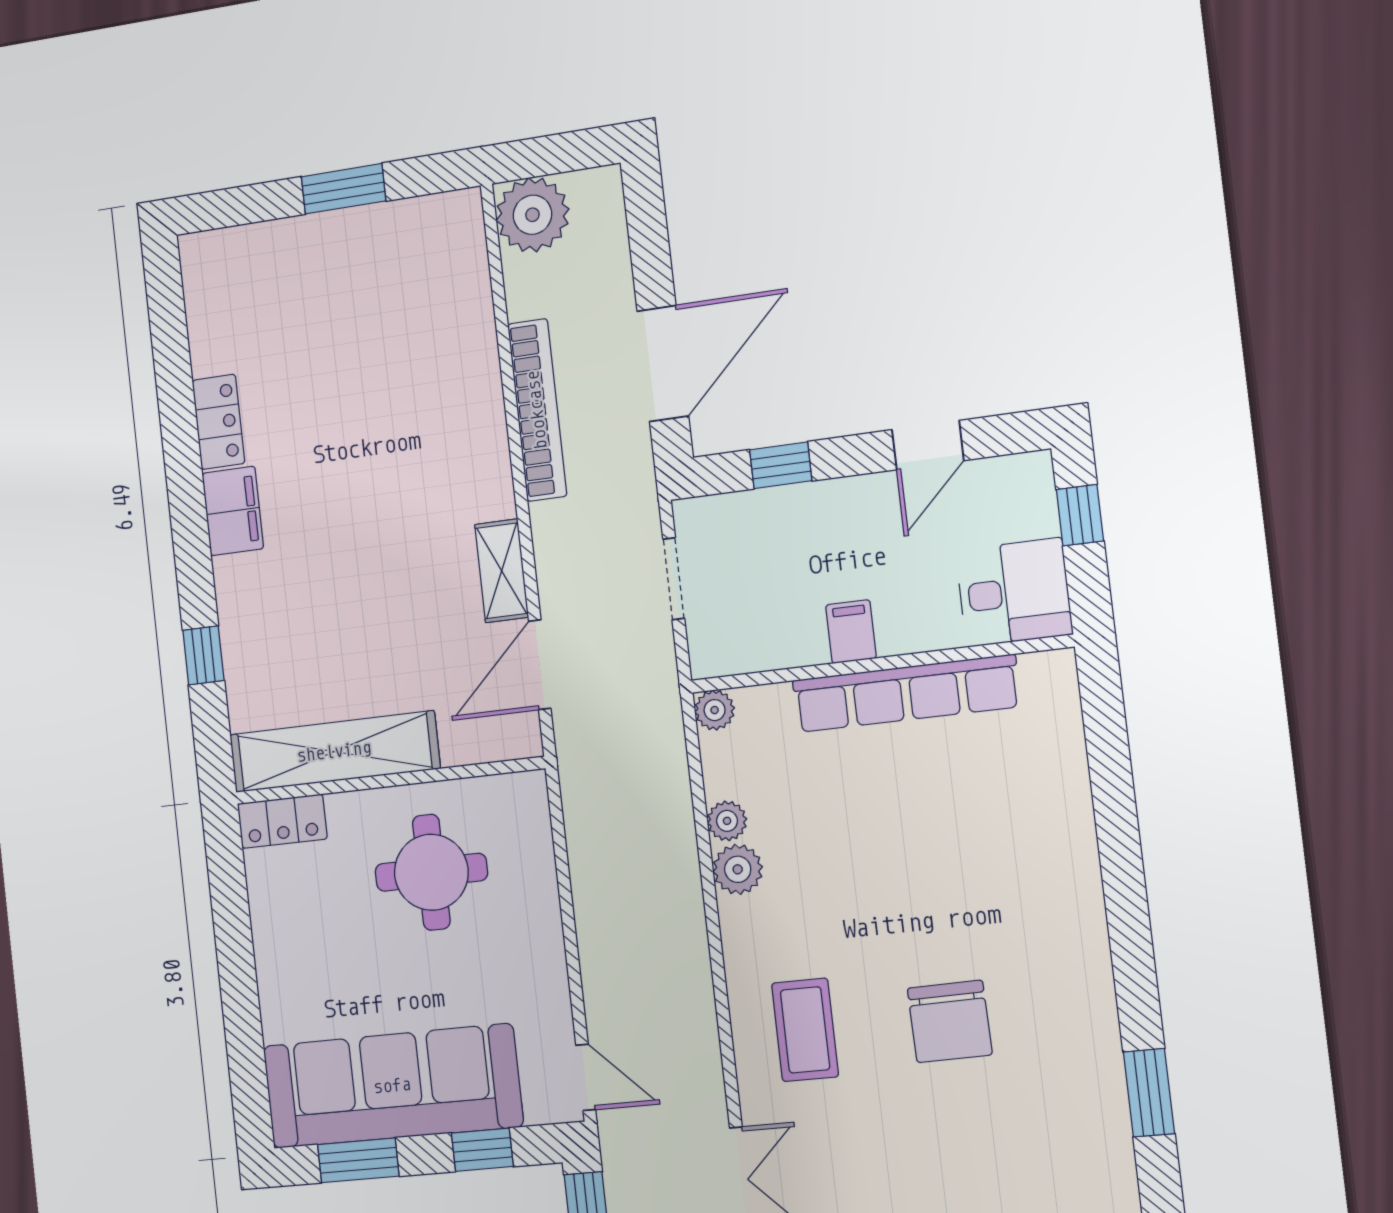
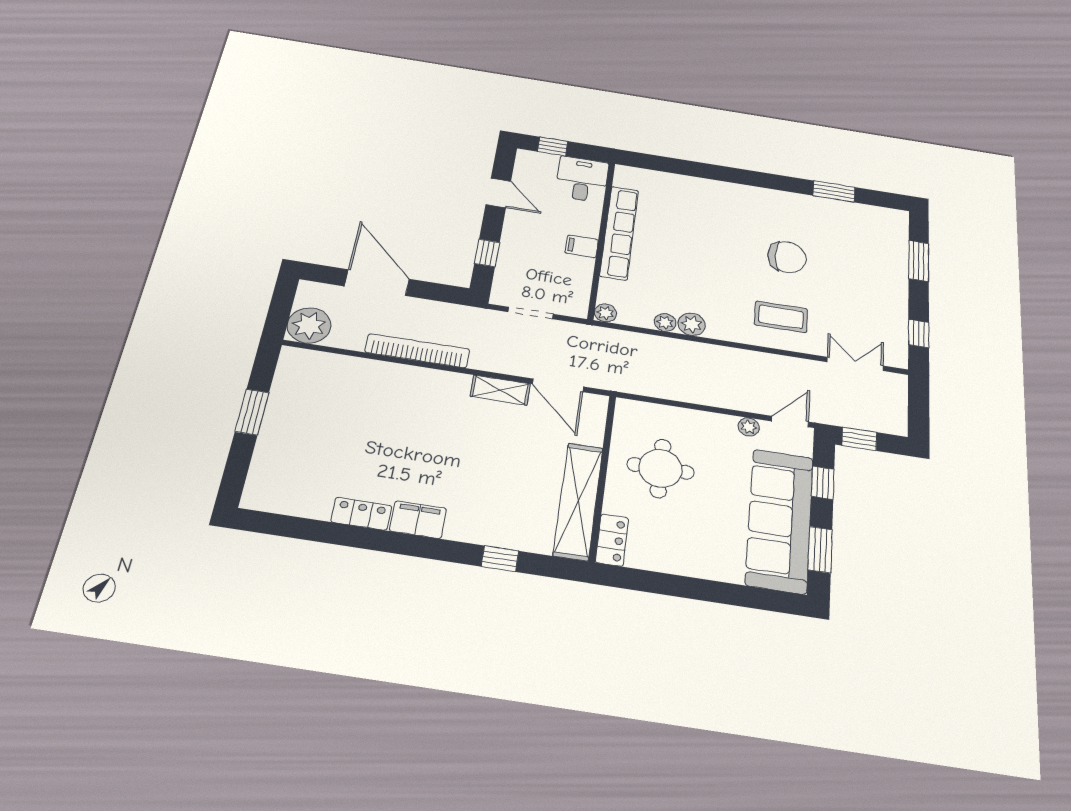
door: (663, 364) -> (377, 283), moved
plant: (554, 1007) -> (749, 427), added

